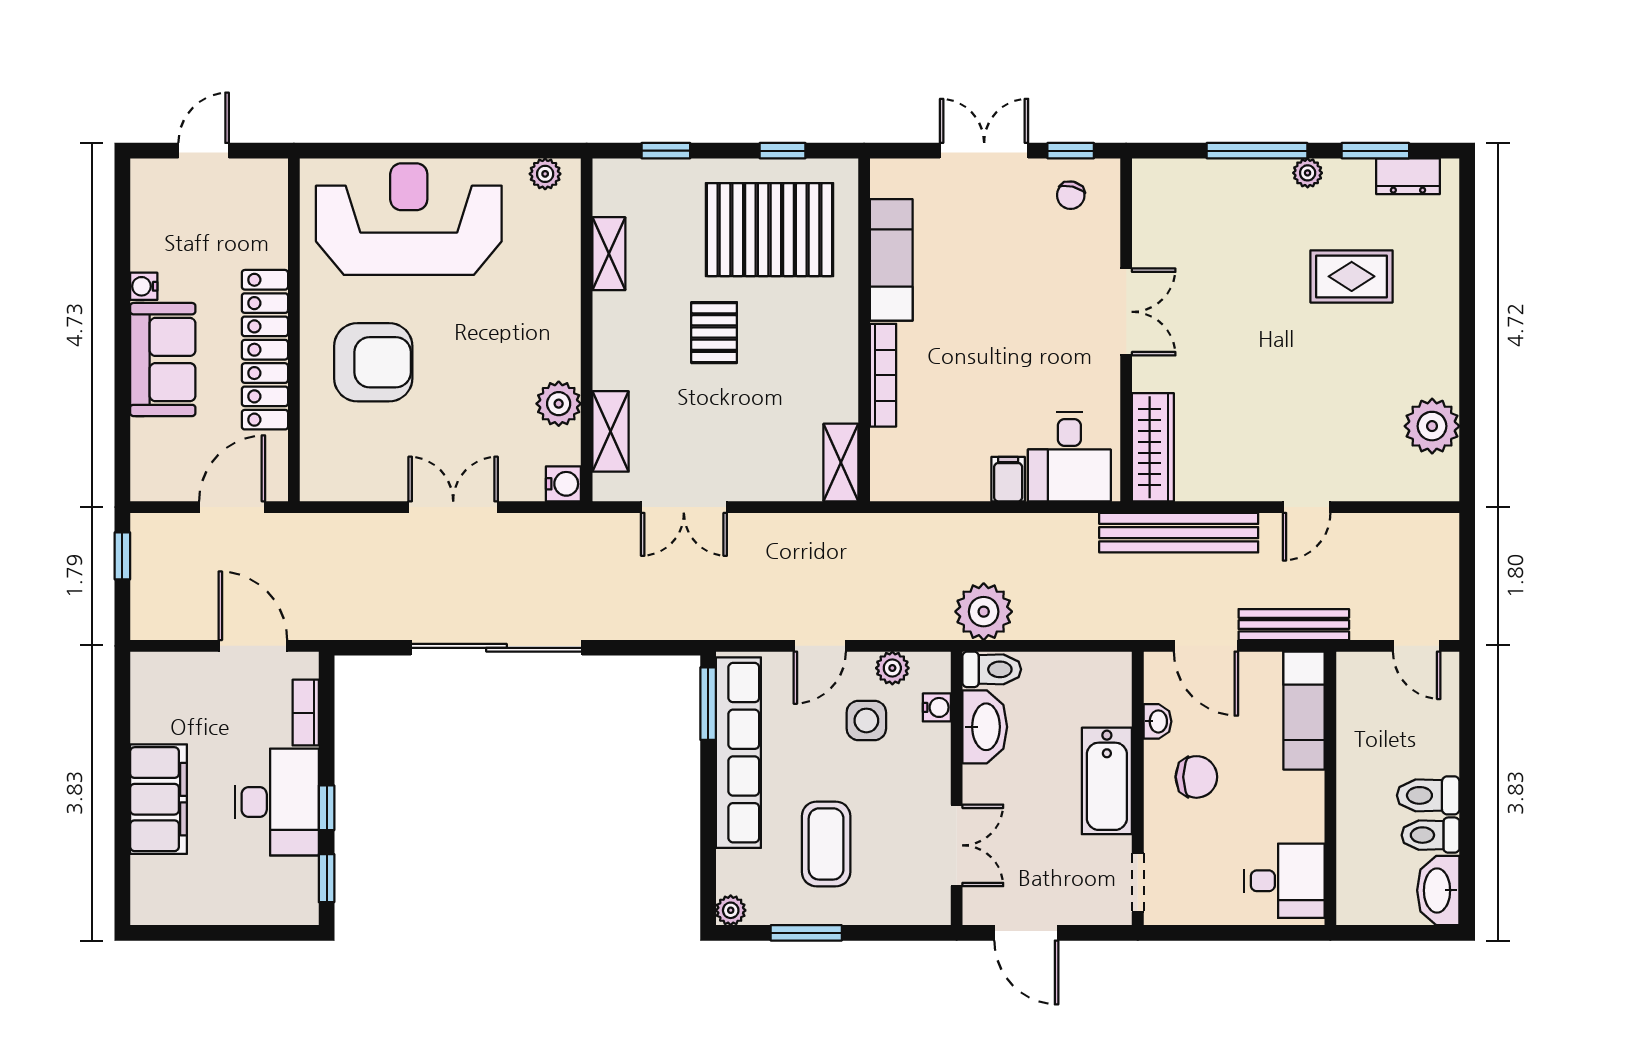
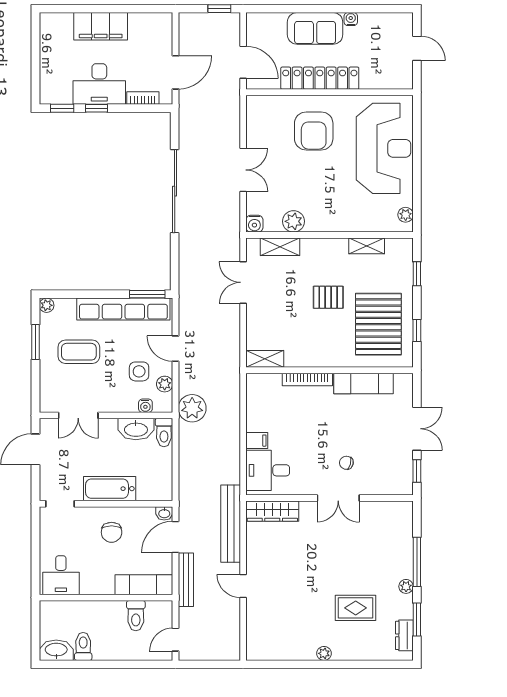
chair: (1071, 195) -> (346, 463), moved
rug: (1352, 276) -> (356, 608), turned 90
plant: (1432, 426) -> (324, 653), moved, width x0.53, depth x0.53
plant: (984, 612) -> (192, 408), moved
washbasin: (1157, 721) -> (164, 513), moved
toilet: (1428, 795) -> (136, 616), moved, turned 180

